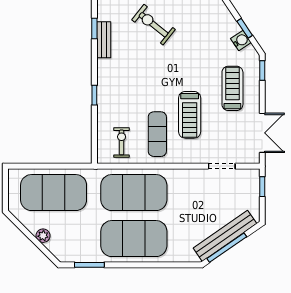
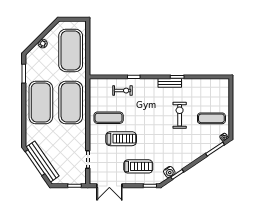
exercise bike: (153, 25) -> (180, 115), turned -39
treadmill: (190, 115) -> (121, 139), turned 180
exercise bike: (122, 142) -> (122, 91), moved

